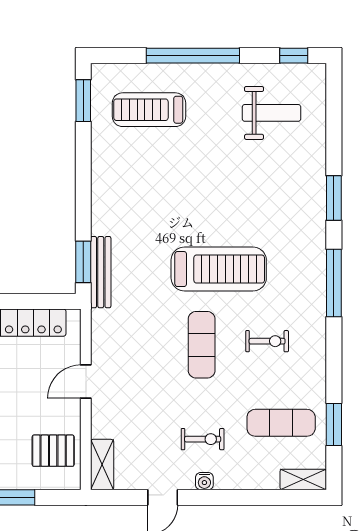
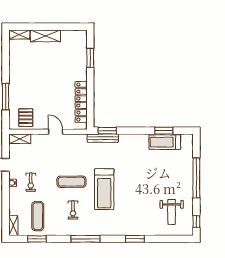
window: (83, 101) -> (164, 131), moved
treadmill: (149, 110) -> (165, 142), moved, turned -90
window: (334, 283) -> (86, 239), moved

